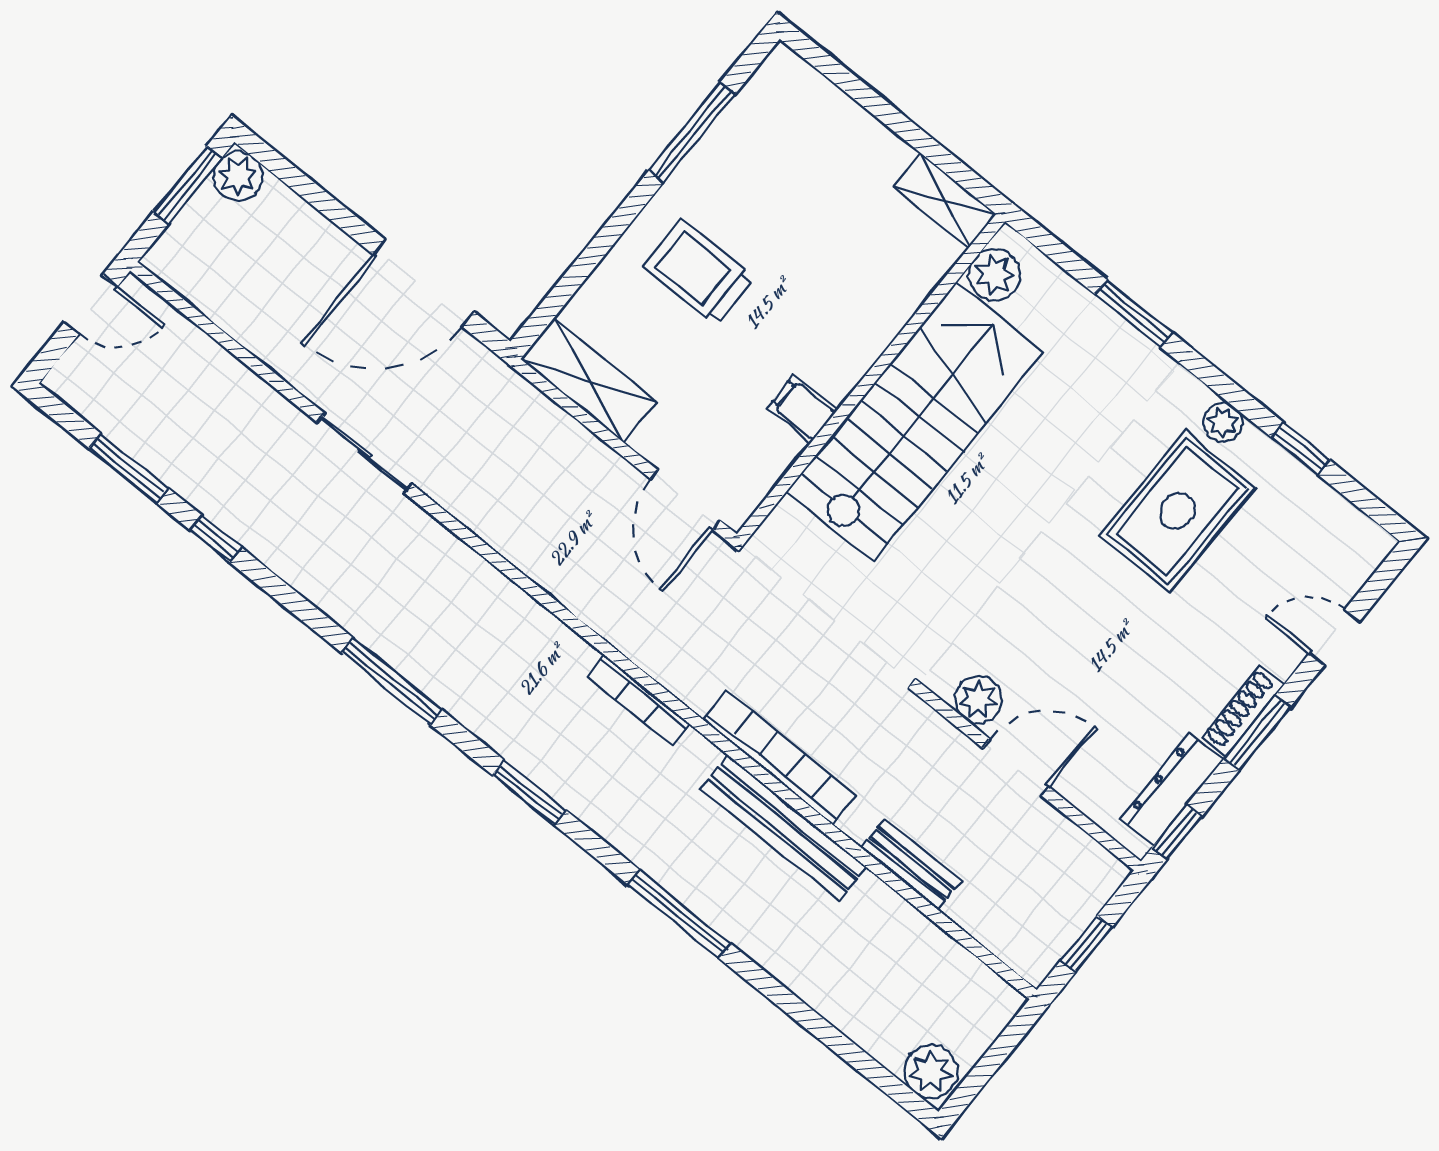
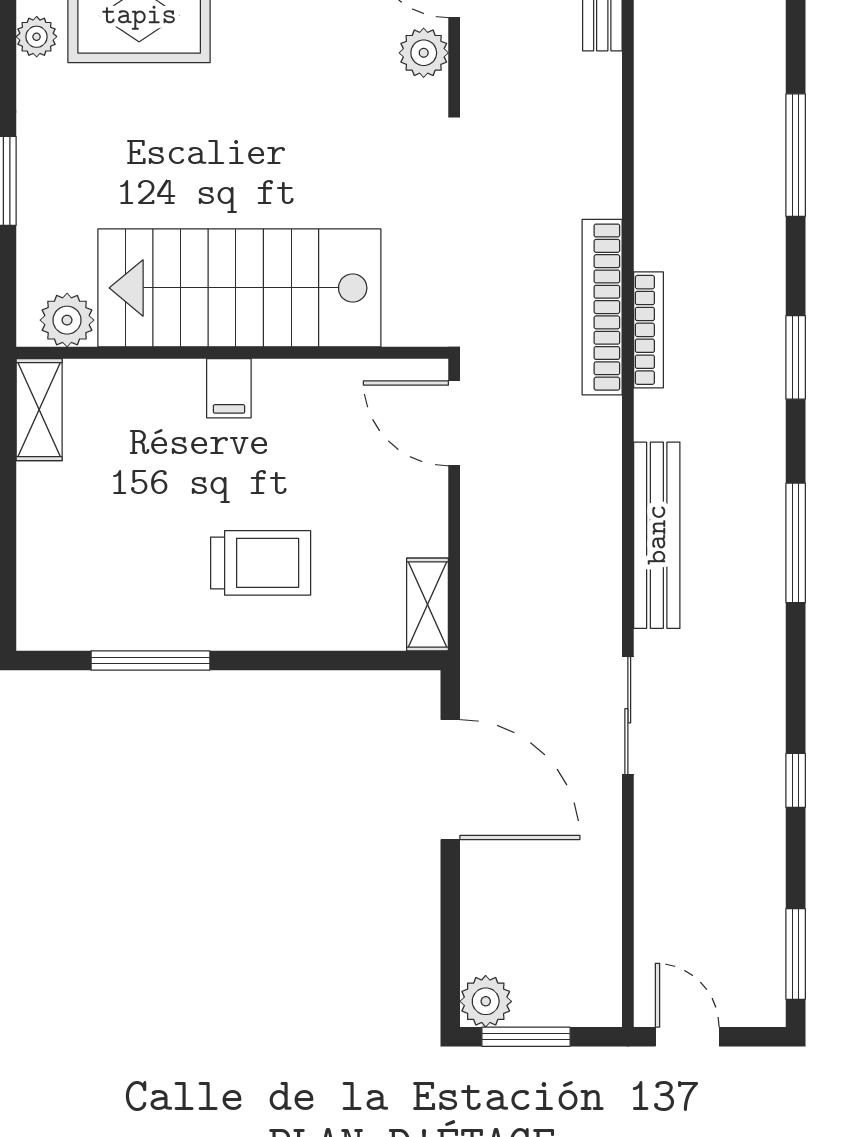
trolley: (698, 273) -> (261, 563), turned -90
shelving: (589, 380) -> (428, 604), width x0.67, depth x0.75
filing cabinet: (802, 409) -> (229, 388), moved
window: (129, 468) -> (796, 954), moved
door: (685, 500) -> (454, 423), swing flipped
bookcase: (780, 758) -> (602, 307), moved
bench: (784, 828) -> (657, 535), moved

